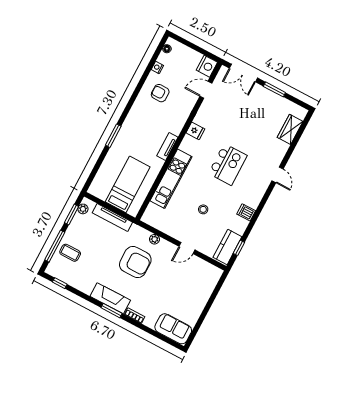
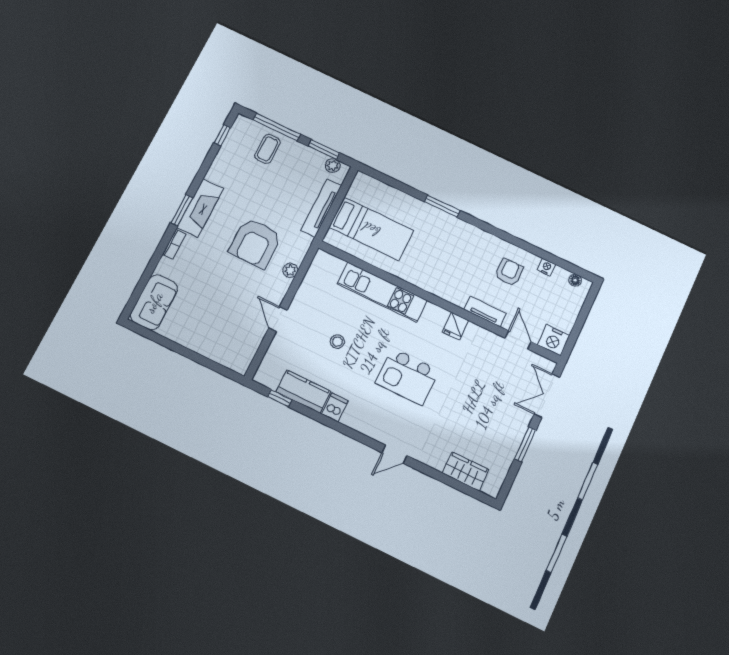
tv unit: (167, 146) -> (485, 312), moved
kitchen counter: (227, 247) -> (303, 392), moved

